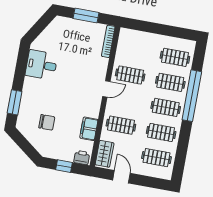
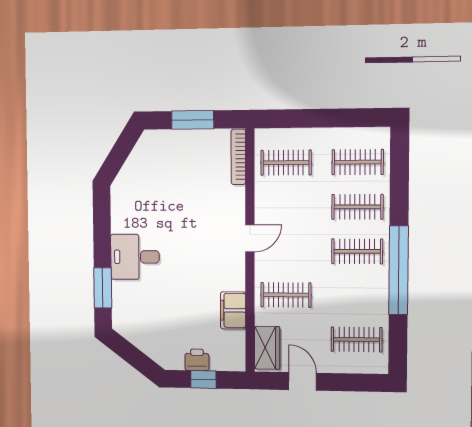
desk: (41, 65) -> (135, 257), moved
clothes rail: (130, 75) -> (286, 163), moved
window: (192, 96) -> (399, 270), moved
chair: (47, 122) -> (161, 312), removed
clothes rail: (161, 132) -> (357, 296), removed
printer: (82, 158) -> (197, 360), moved

